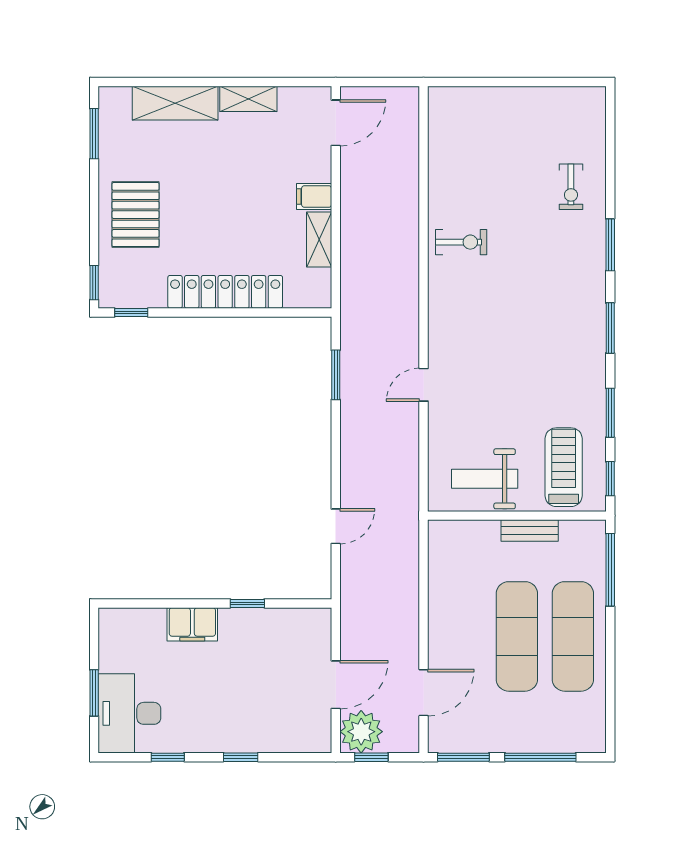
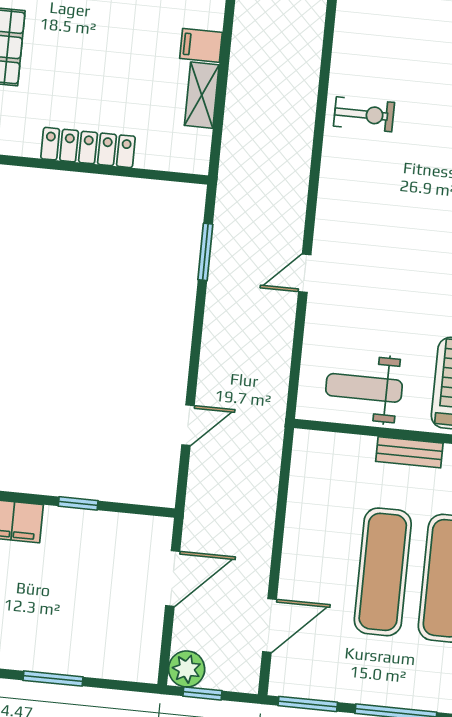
locker: (225, 292) -> (88, 148), width x0.71, depth x0.83
door: (336, 685) -> (173, 579), moved
plant: (361, 732) -> (187, 669), width x0.73, depth x0.73
window: (241, 757) -> (53, 679), width x1.50

